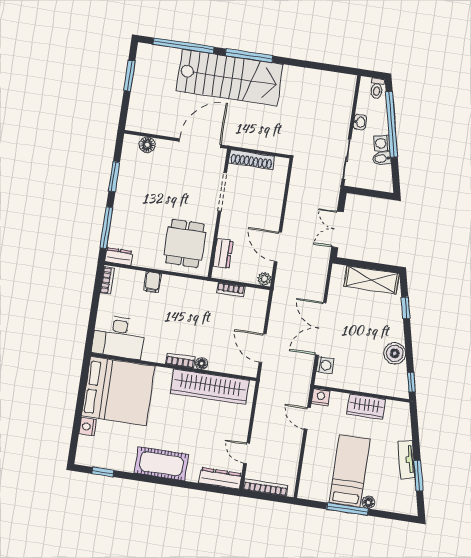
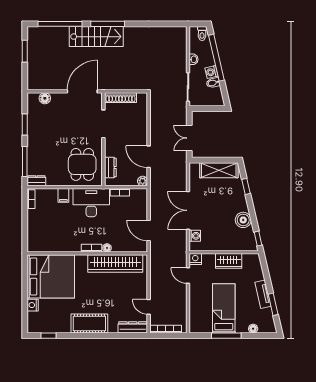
stairs: (230, 78) -> (96, 37), width x0.73, depth x0.66
desk: (119, 337) -> (91, 203), moved, turned 180
floor lamp: (368, 502) -> (253, 329), moved

